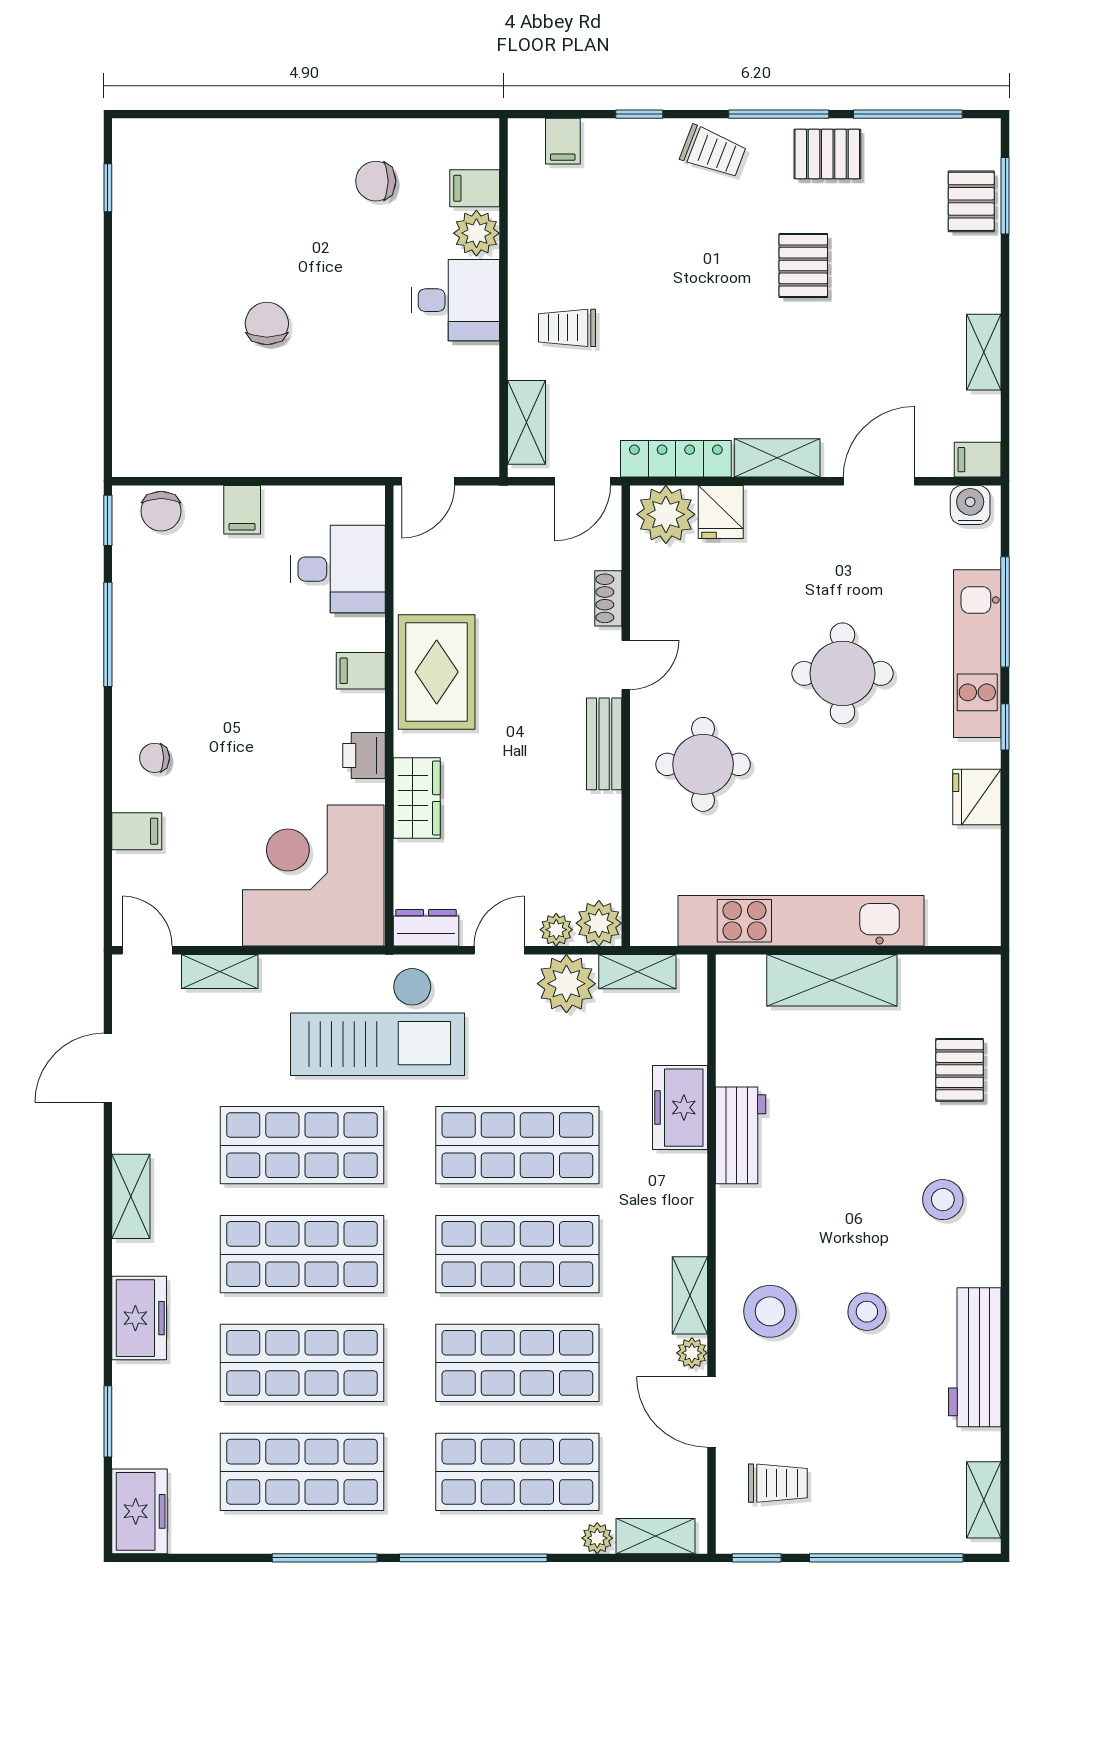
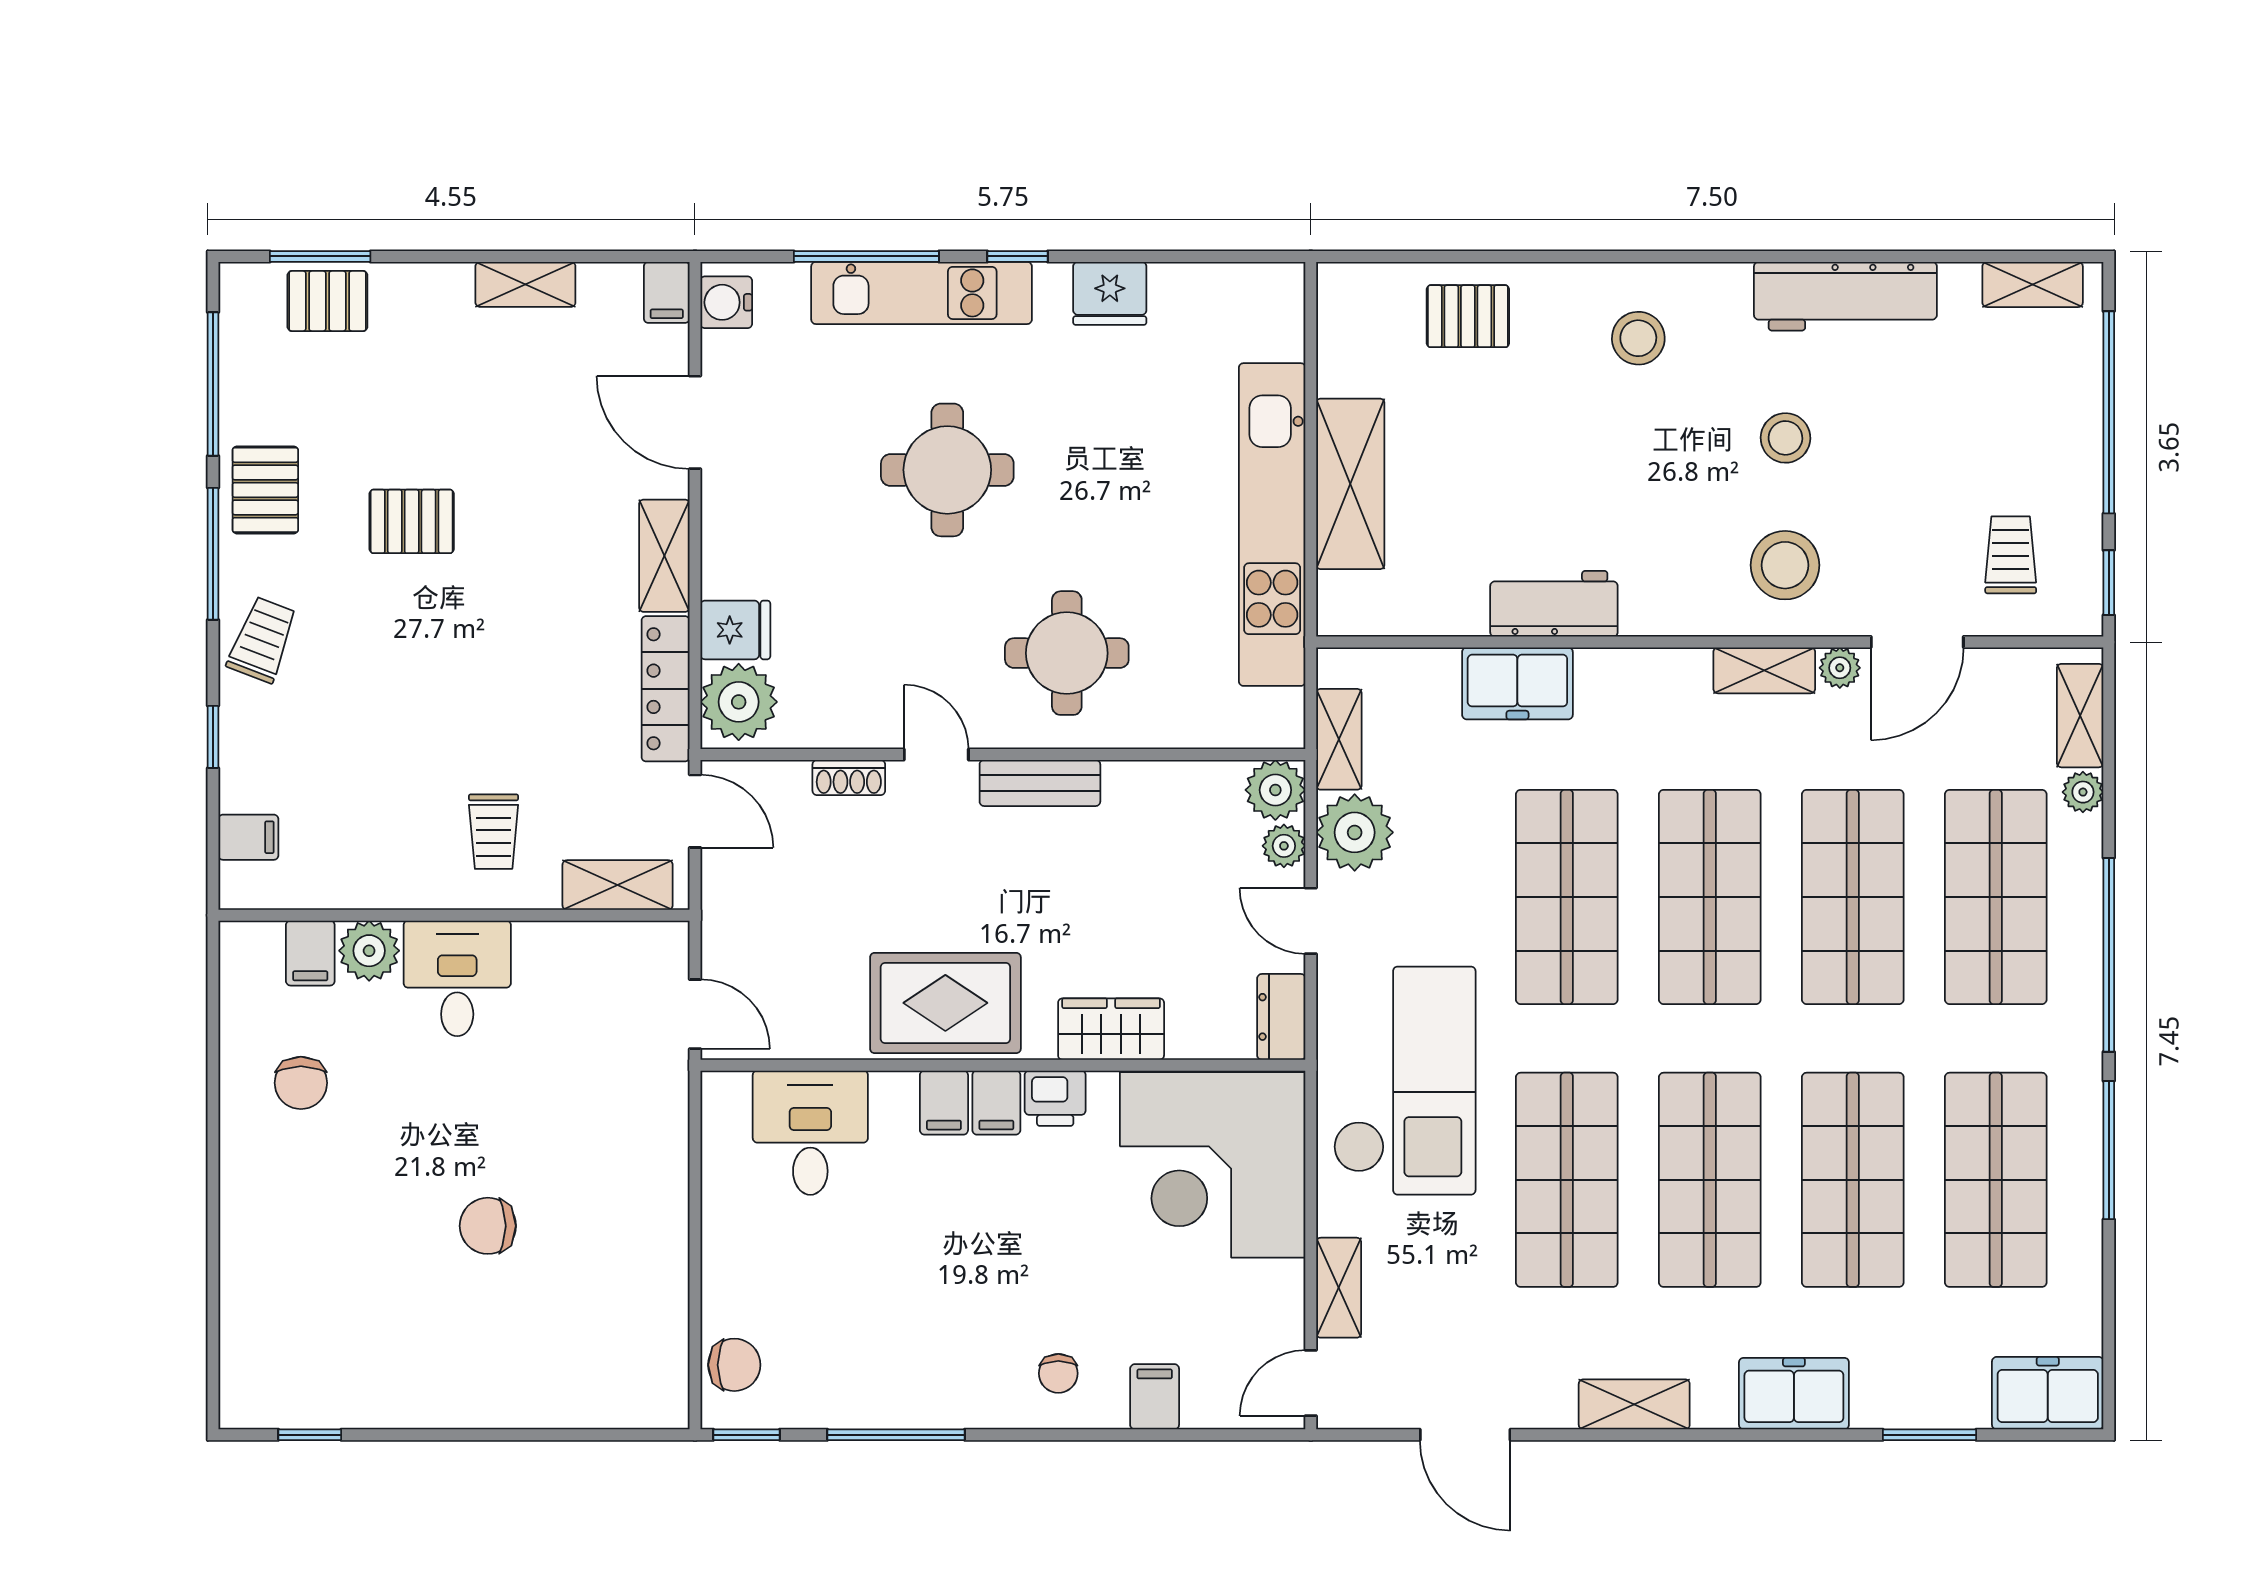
filing cabinet: (242, 510) -> (996, 1103), moved, turned 90

